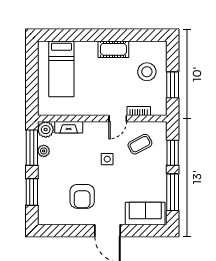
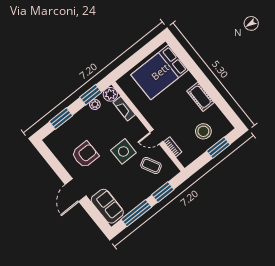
bed: (61, 69) -> (160, 72), width x1.50
window: (173, 85) -> (218, 148), moved
window: (32, 148) -> (91, 95), width x0.69
side table: (107, 159) -> (123, 151), width x1.87, depth x1.87
armchair: (82, 196) -> (85, 155), turned 180

